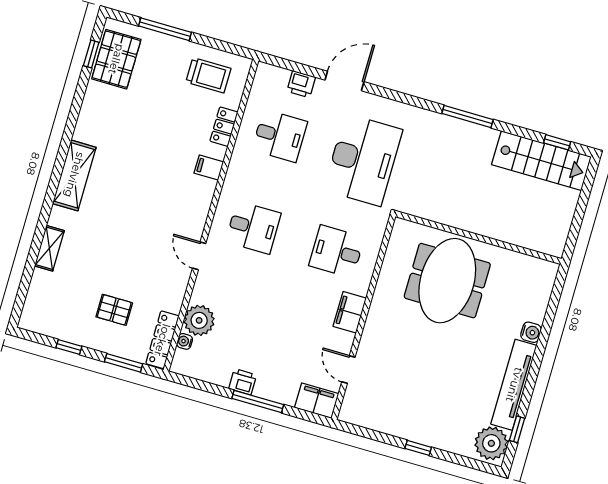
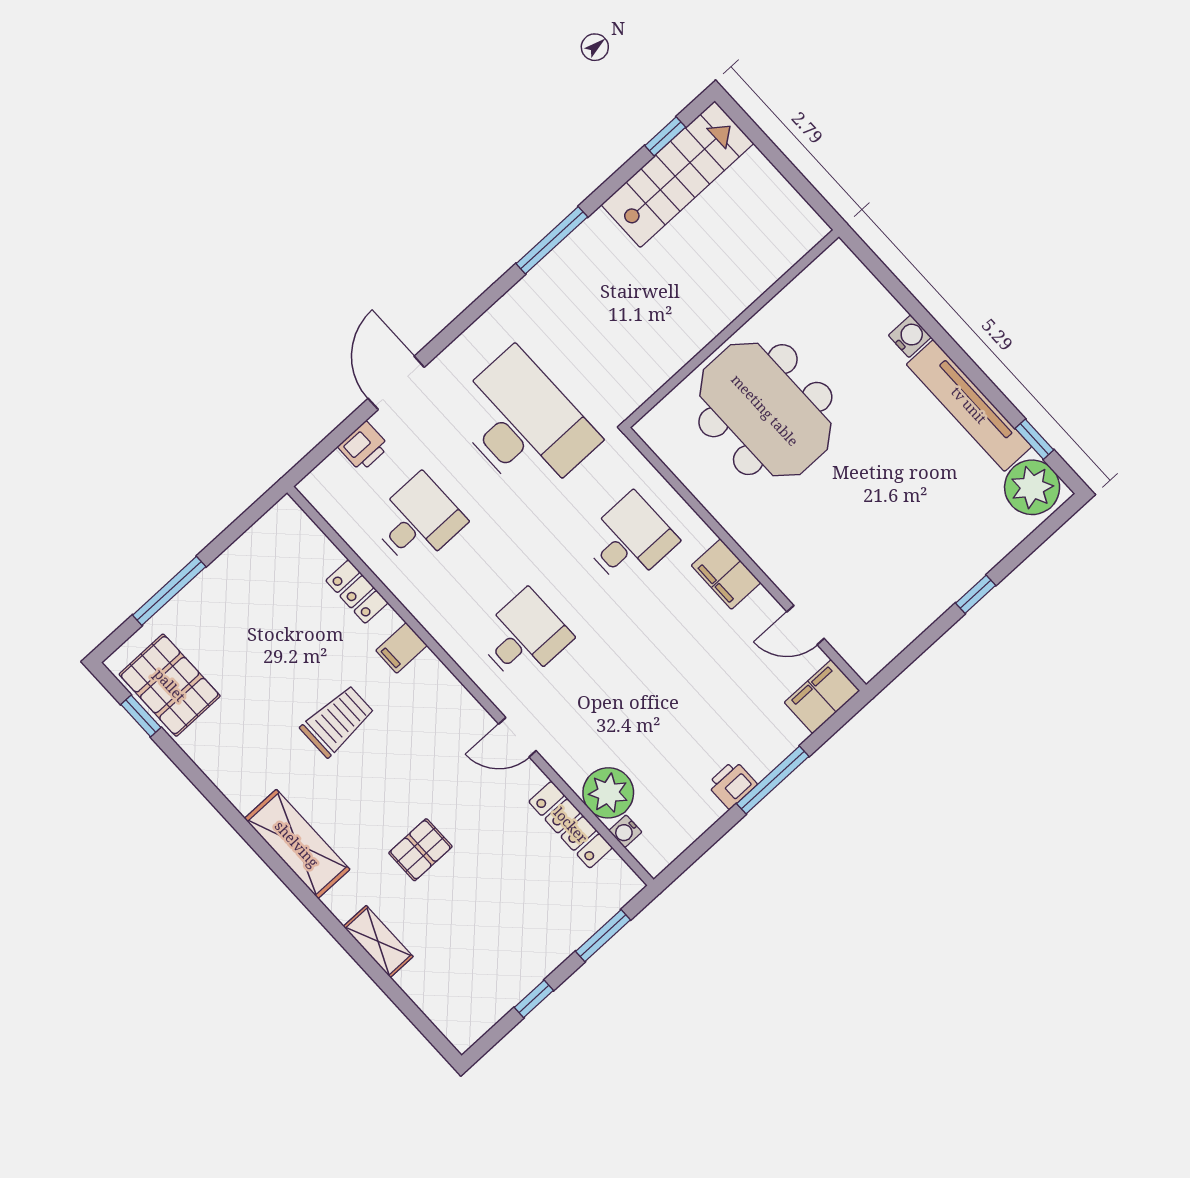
trolley: (208, 75) -> (338, 721), moved
desk: (337, 251) -> (629, 540), turned 180
pallet: (114, 310) -> (420, 850), moved
locker: (162, 340) -> (571, 825), moved

